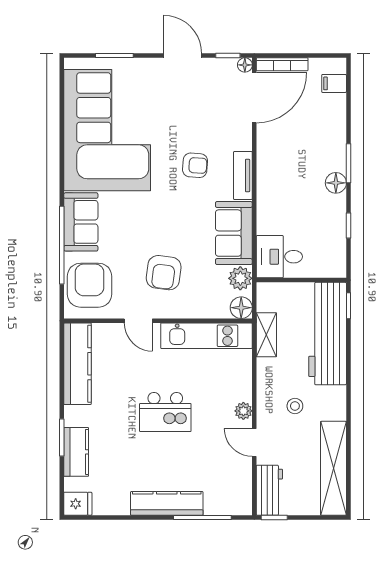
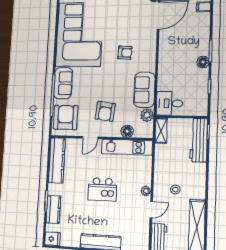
tv unit: (243, 176) -> (151, 58), removed
floor lamp: (241, 308) -> (127, 131), moved
door: (138, 321) -> (90, 138), hinge flipped
workbench: (328, 334) -> (199, 140), width x0.73, depth x0.76
shelving: (266, 335) -> (161, 131), moved
door: (254, 443) -> (151, 210), swing flipped

